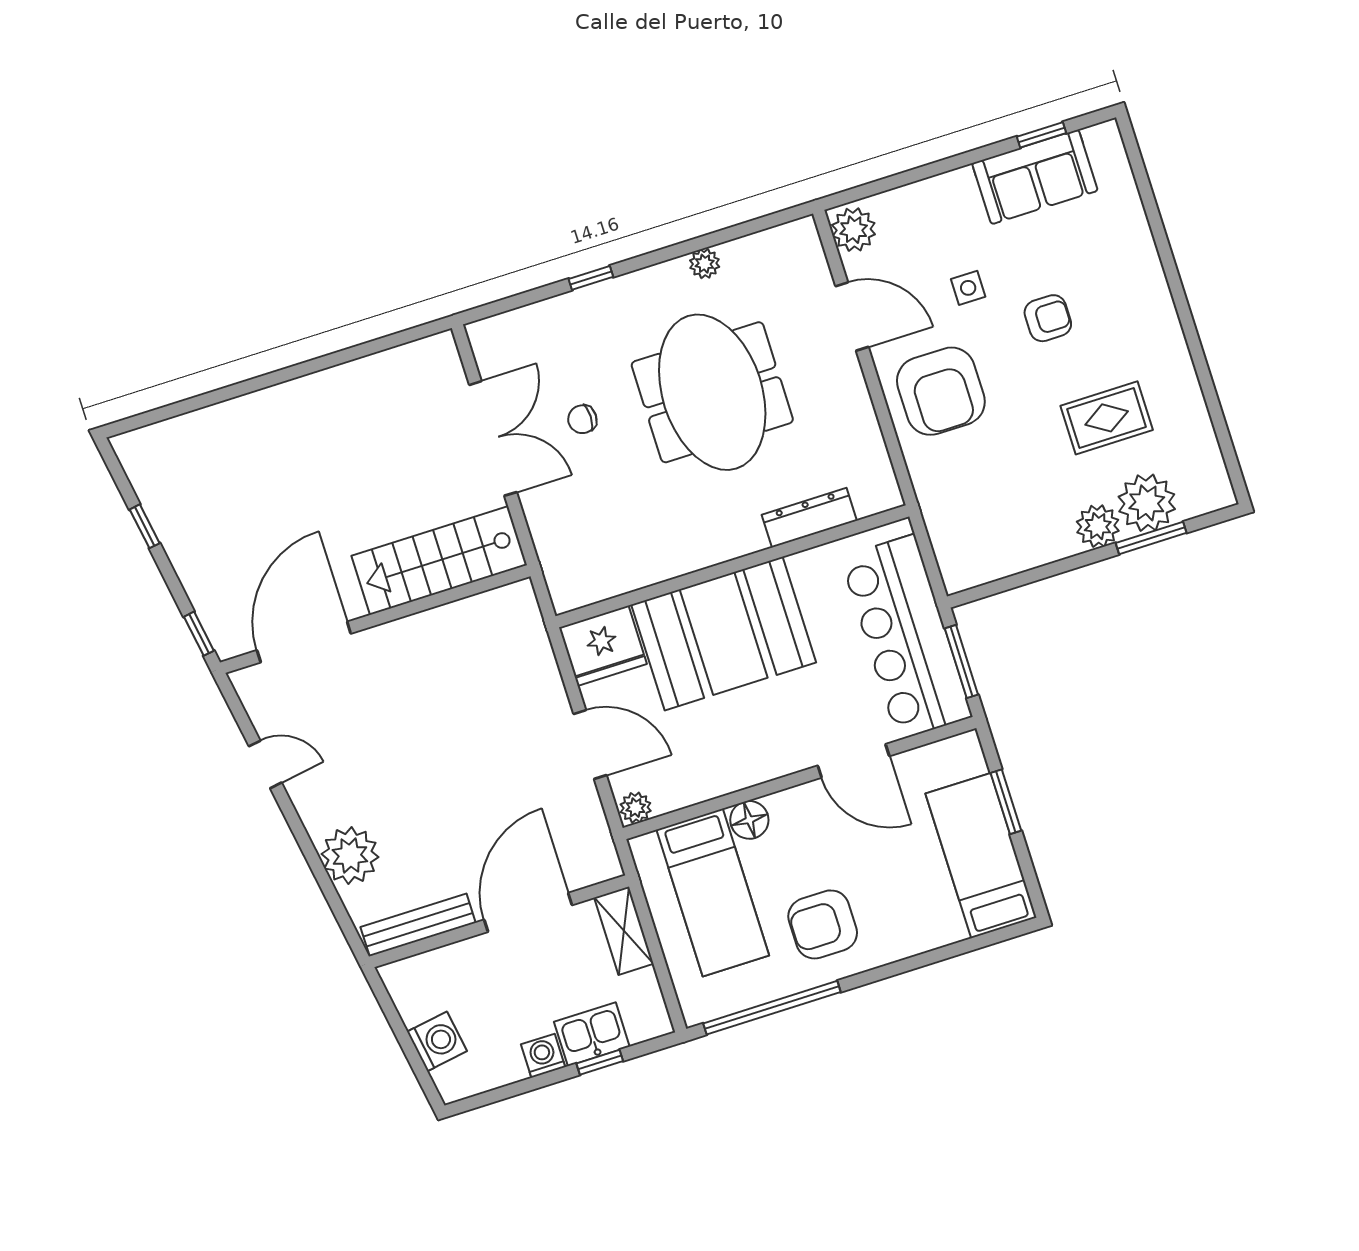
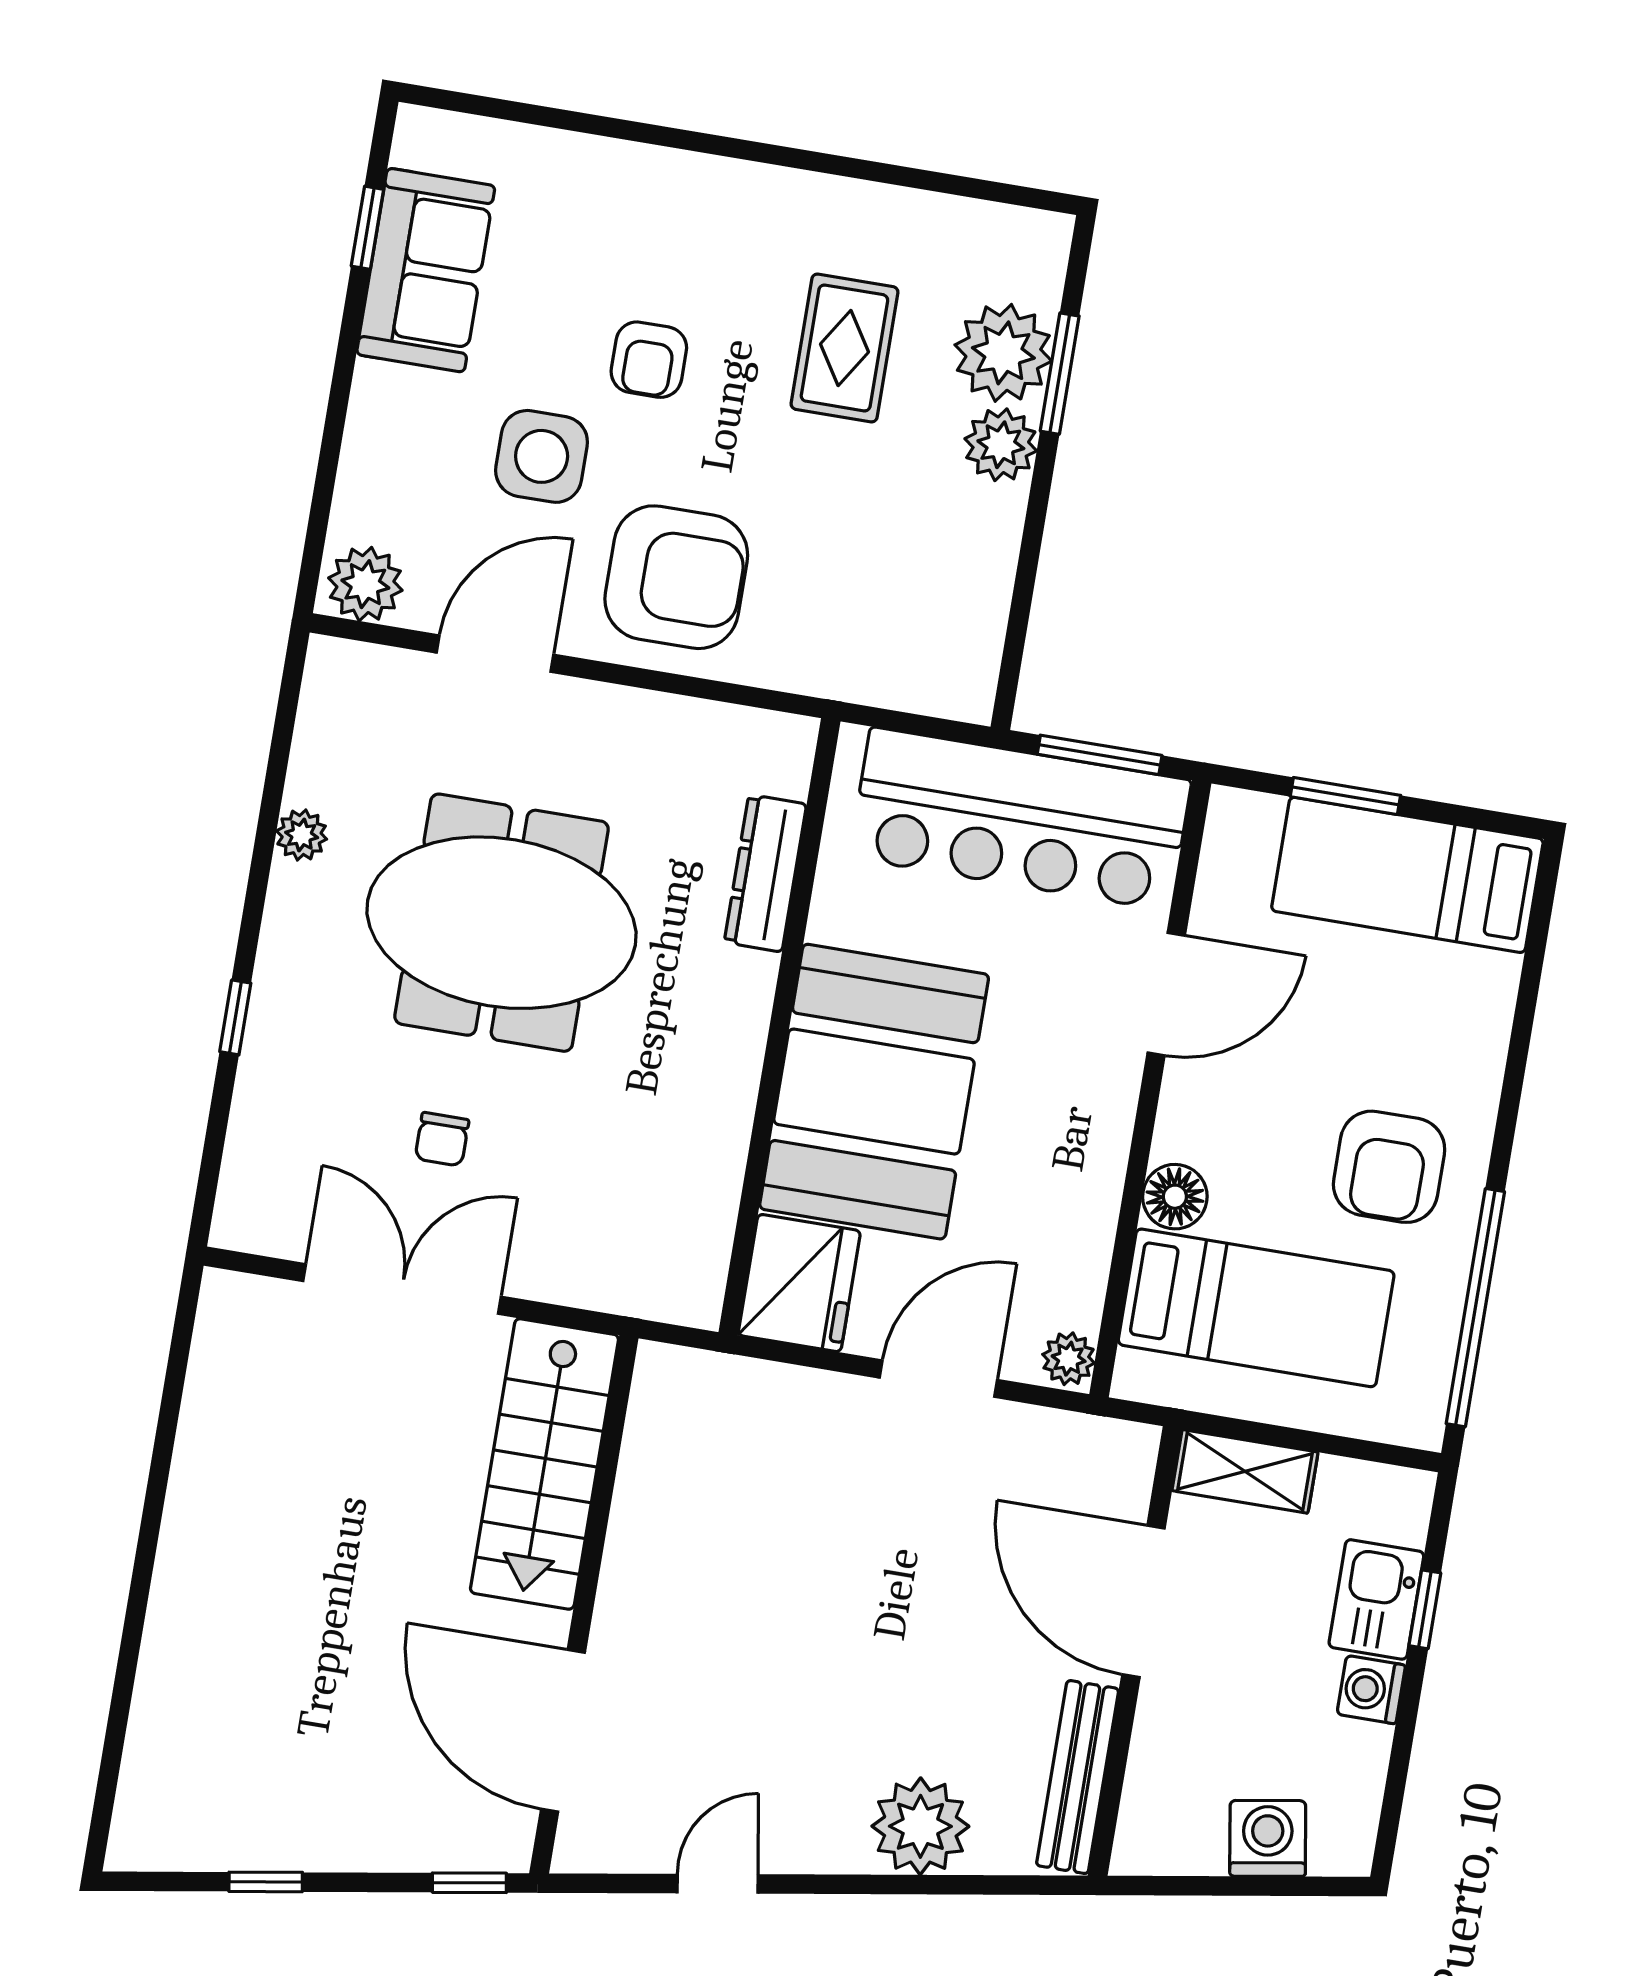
side table: (968, 288) -> (542, 456), width x1.87, depth x1.87
armchair: (1048, 318) -> (649, 360), turned 180

